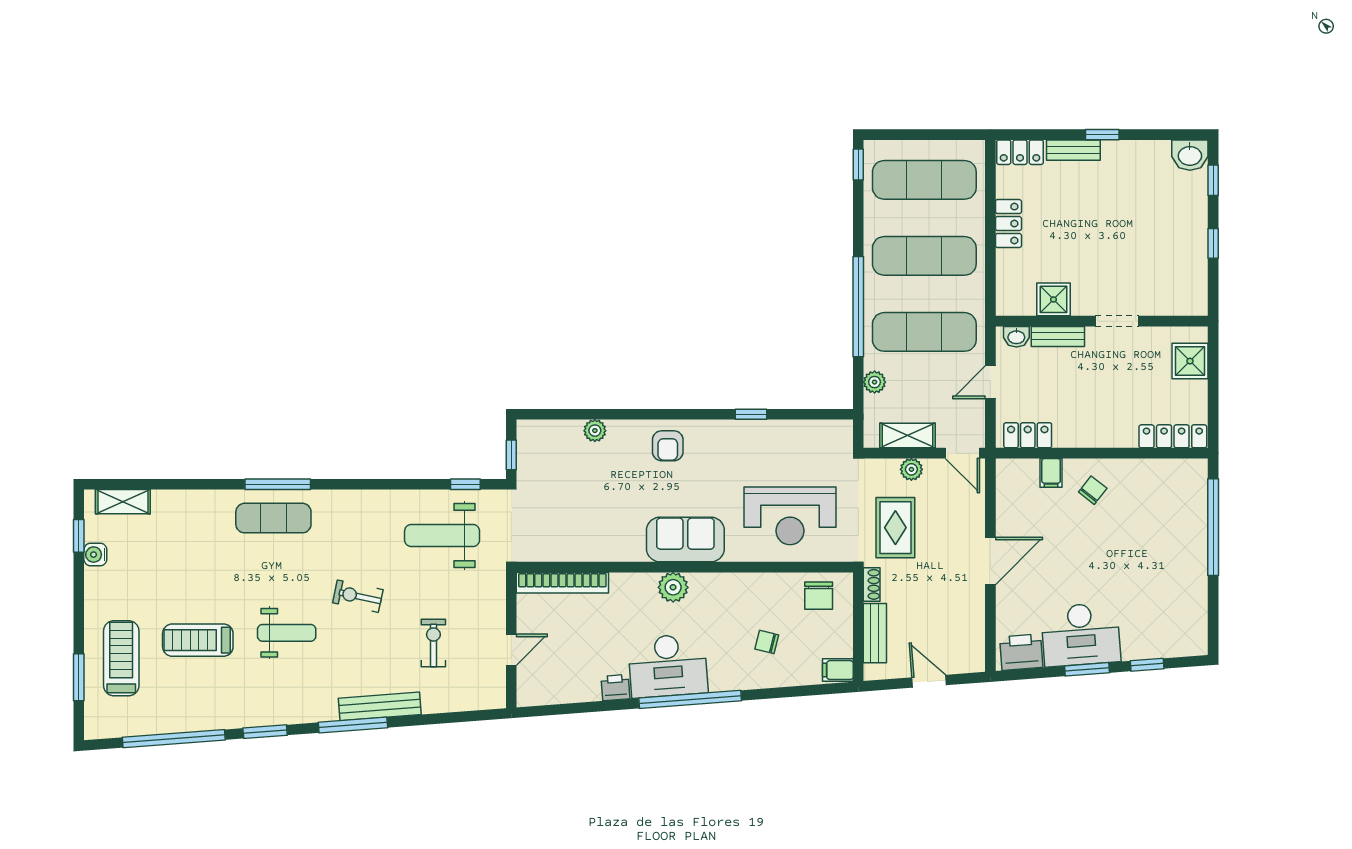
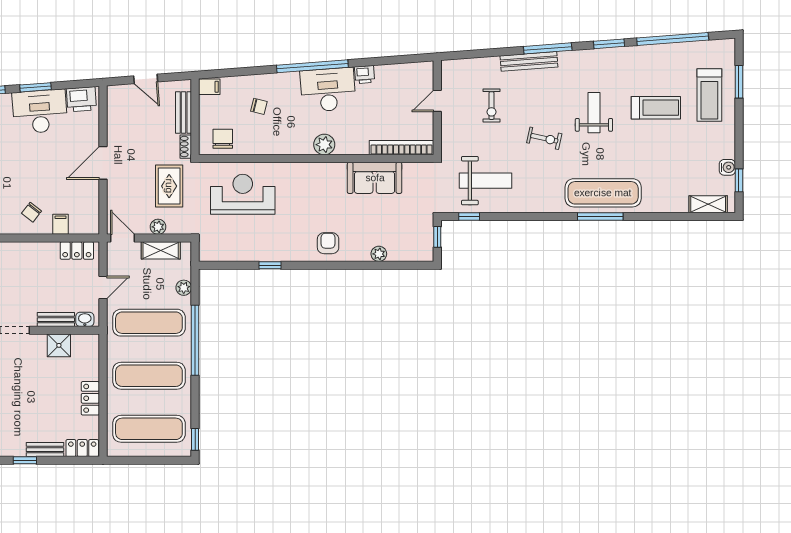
exercise mat: (273, 518) -> (603, 193), width x1.36, depth x1.45
sofa: (685, 539) -> (375, 178), moved
weight bench: (287, 633) -> (594, 113), turned 90

